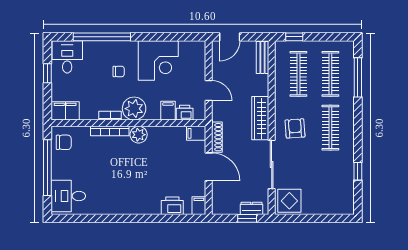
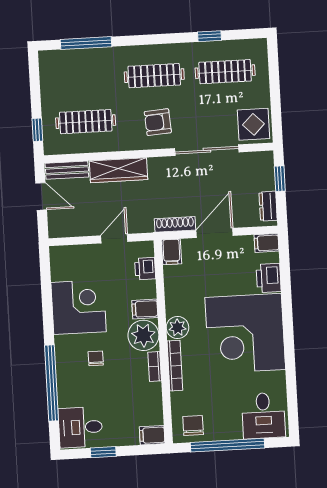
door: (230, 37) -> (41, 196), moved
clothes rail: (330, 74) -> (225, 72), moved
filing cabinet: (65, 111) -> (152, 435), width x0.50
filing cabinet: (168, 111) -> (145, 309), moved
wardrobe: (260, 118) -> (118, 170), moved
corner desk: (131, 186) -> (245, 333), added
dresser: (252, 208) -> (268, 206), moved

